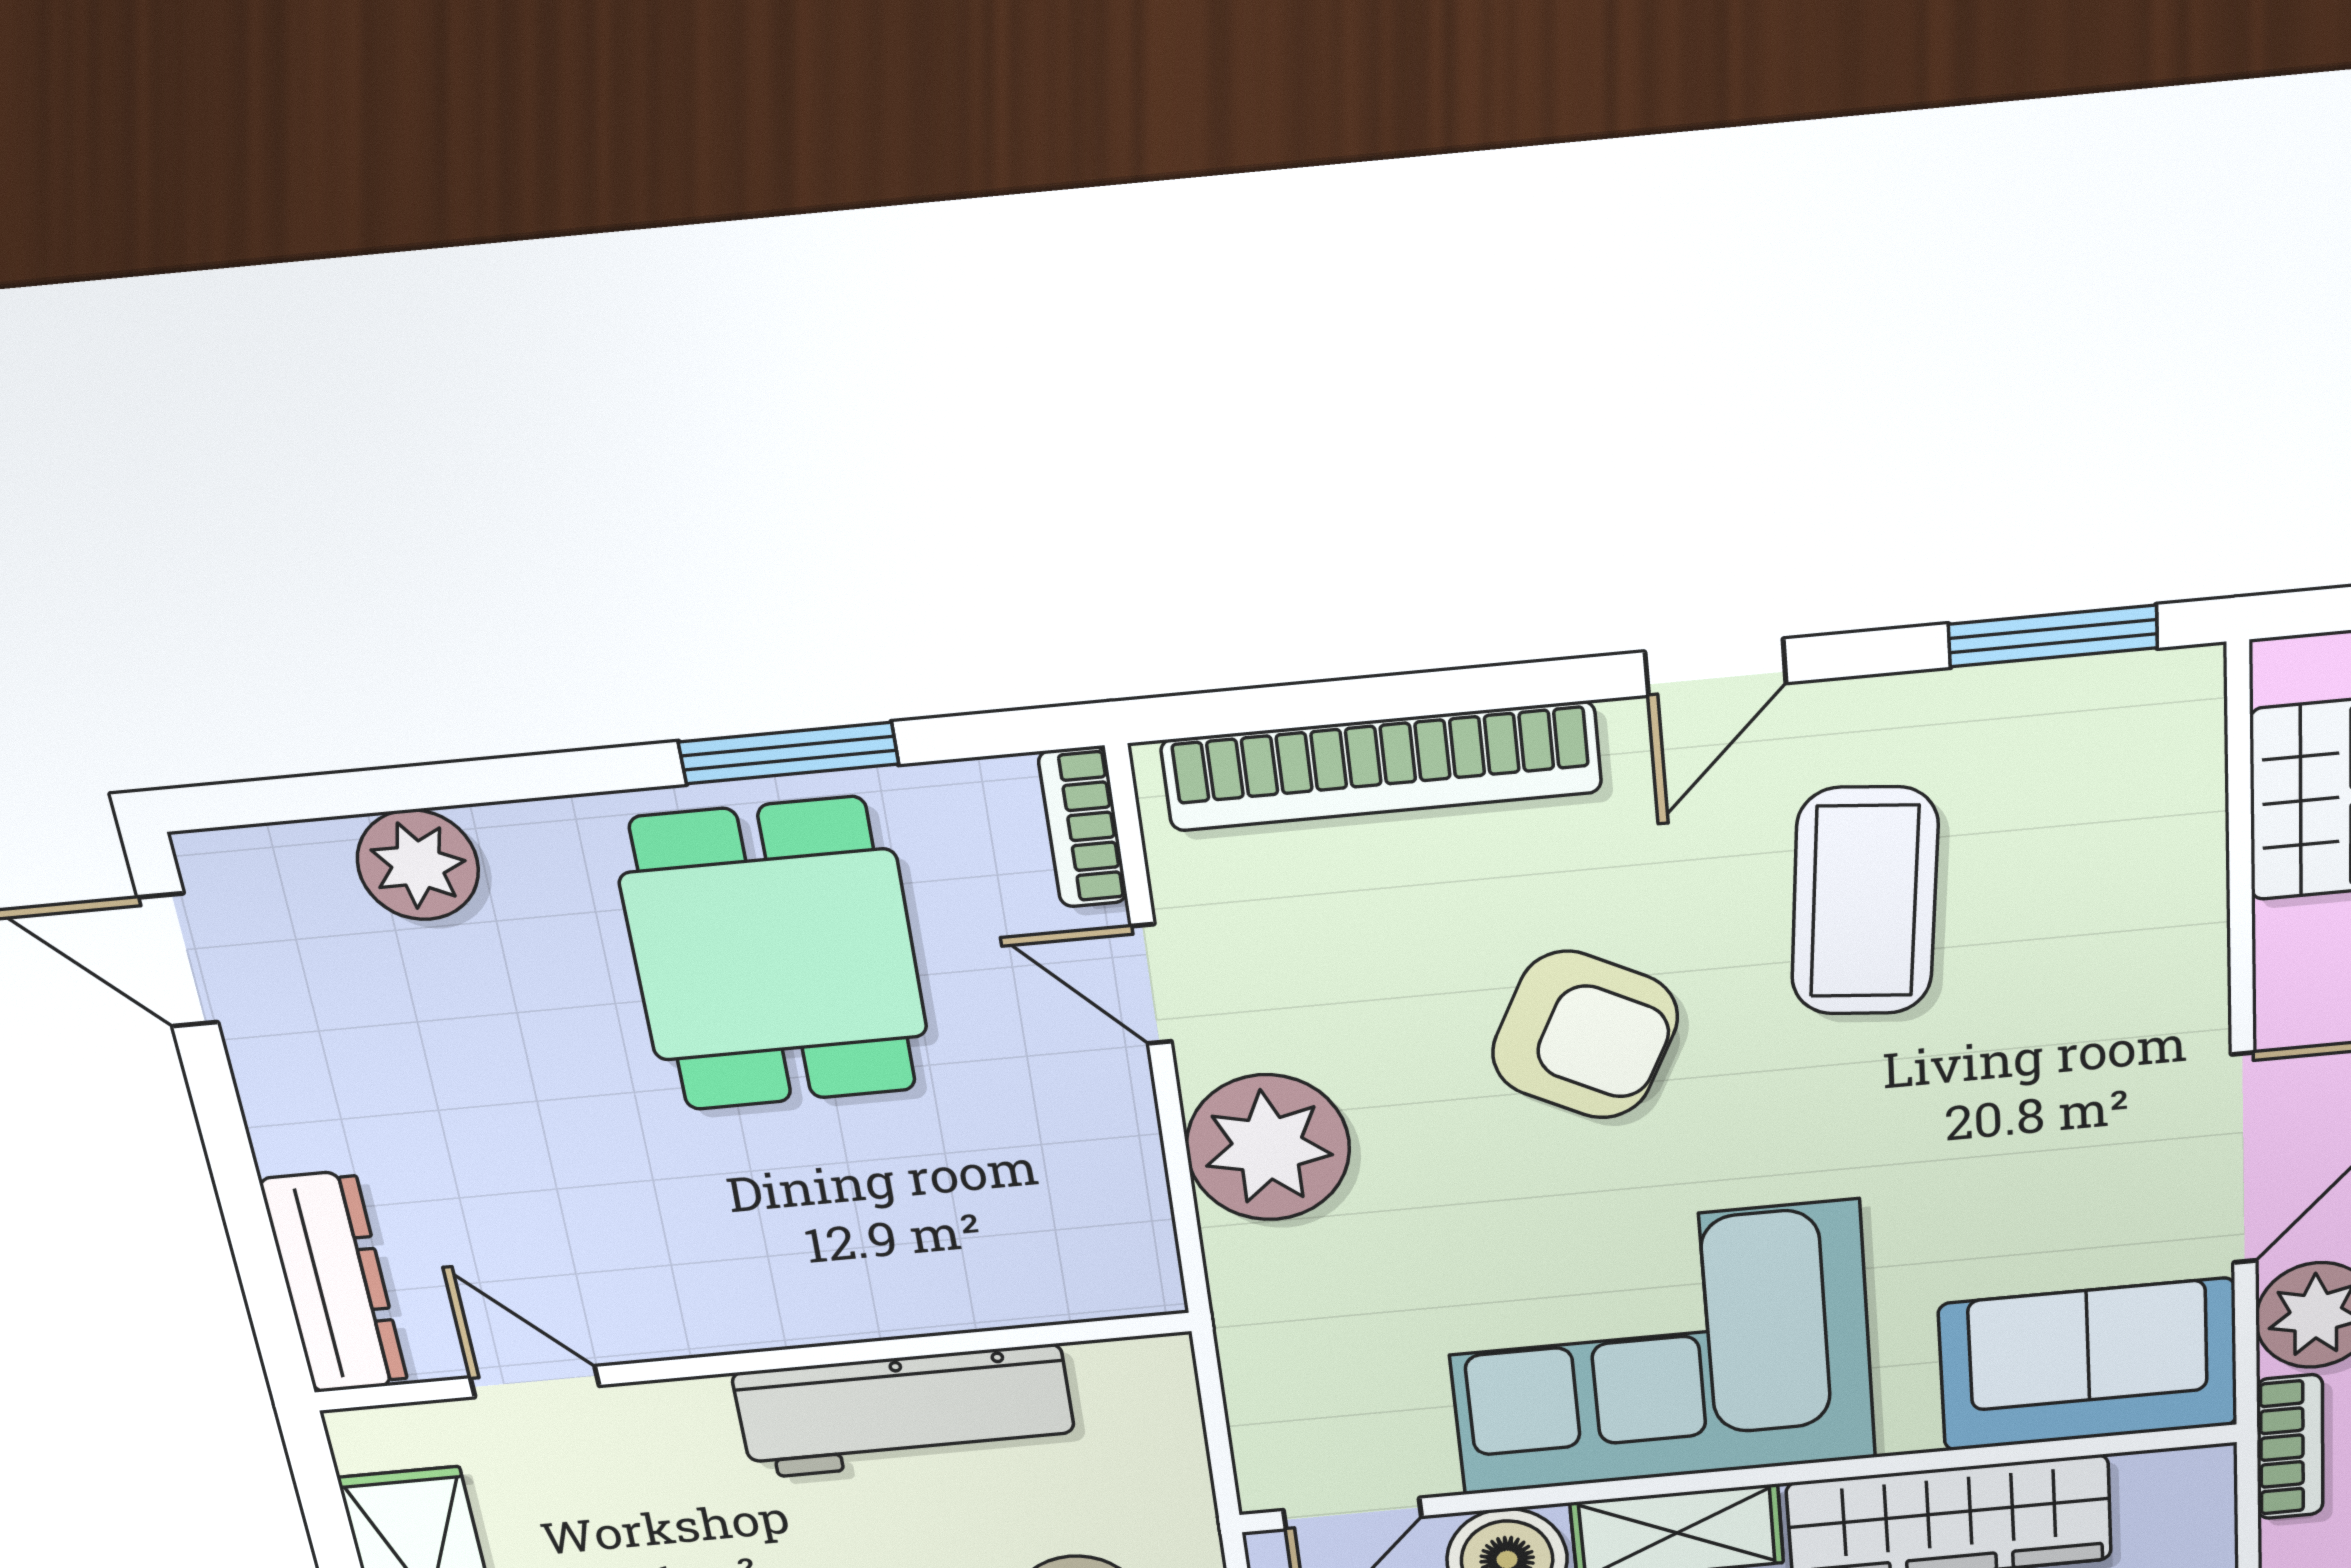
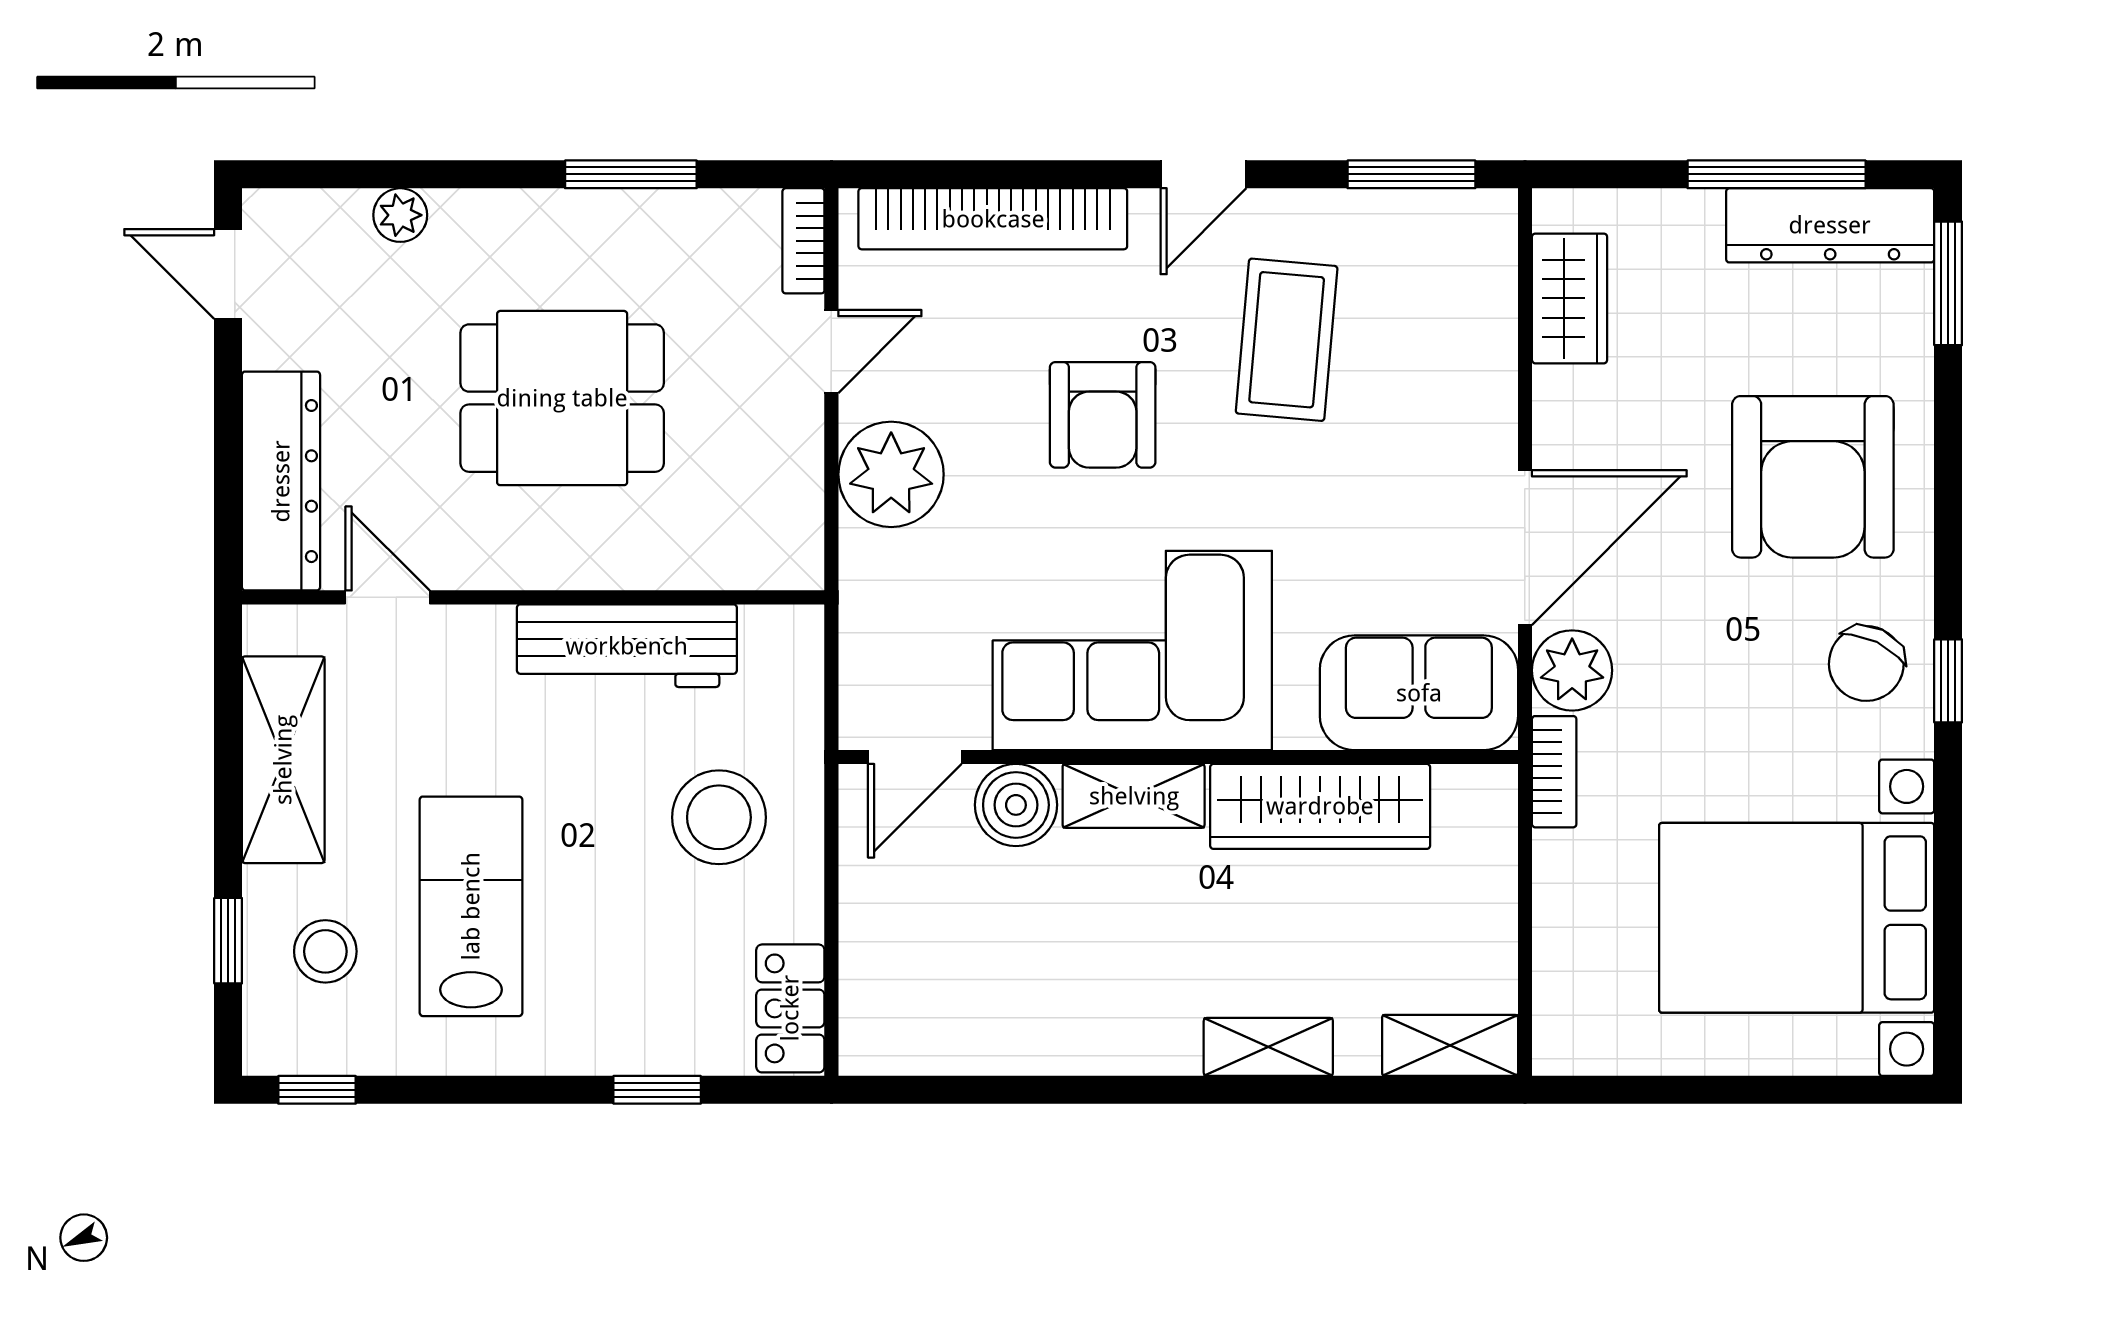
plant: (418, 865) -> (400, 215), width x0.73, depth x0.73
dining table: (774, 955) -> (562, 398), moved, turned 90
door: (1151, 984) -> (831, 351), swing flipped
armchair: (1585, 1035) -> (1103, 415), turned 63
dresser: (334, 1283) -> (281, 481), width x1.37, depth x1.24

